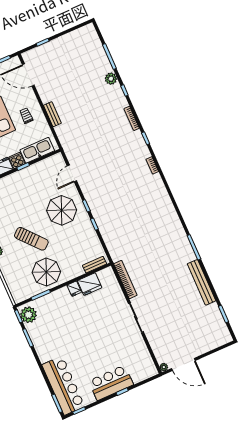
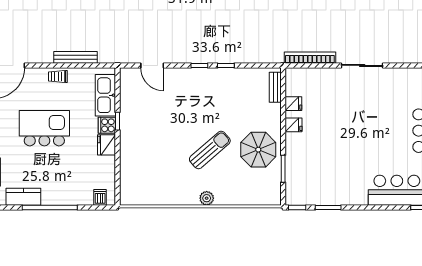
bench: (52, 114) -> (76, 57), width x1.36
trolley: (26, 116) -> (58, 77), moved
parasol: (62, 210) -> (191, 98), removed
fridge: (90, 284) -> (293, 104), width x0.53, depth x0.75
plant: (29, 315) -> (301, 194), removed

